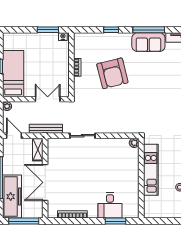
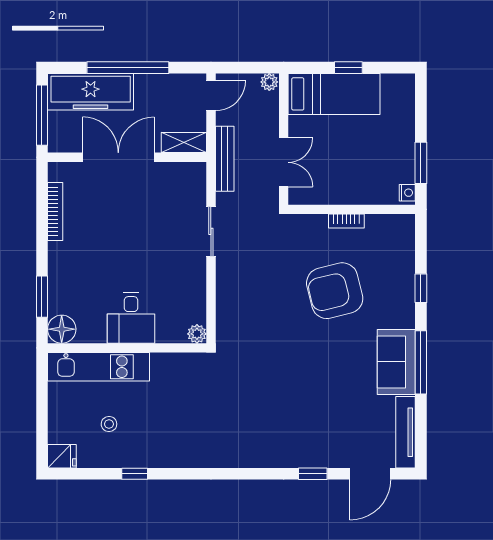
kitchen unit: (151, 170) -> (98, 367), moved
desk: (110, 205) -> (131, 318), moved, turned -90
floor lamp: (132, 211) -> (62, 329), added

